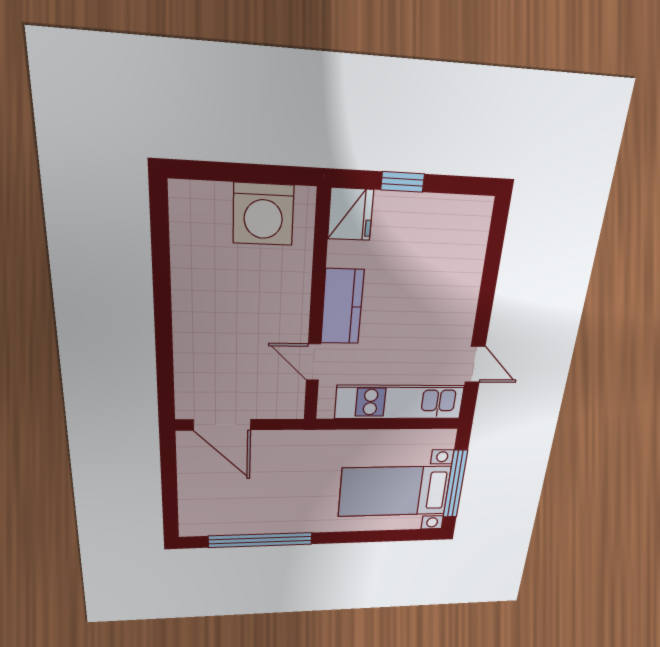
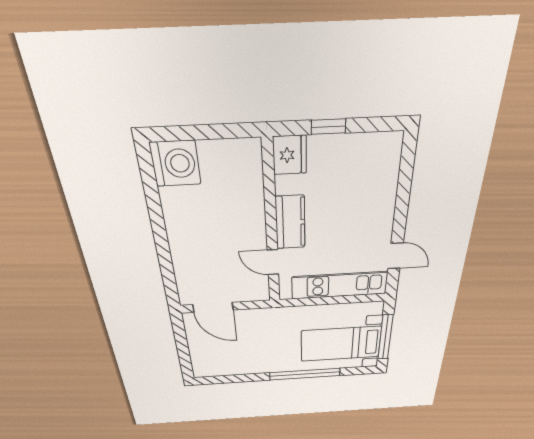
washing machine: (263, 214) -> (175, 164), moved, turned -90
window: (261, 540) -> (305, 374), moved

